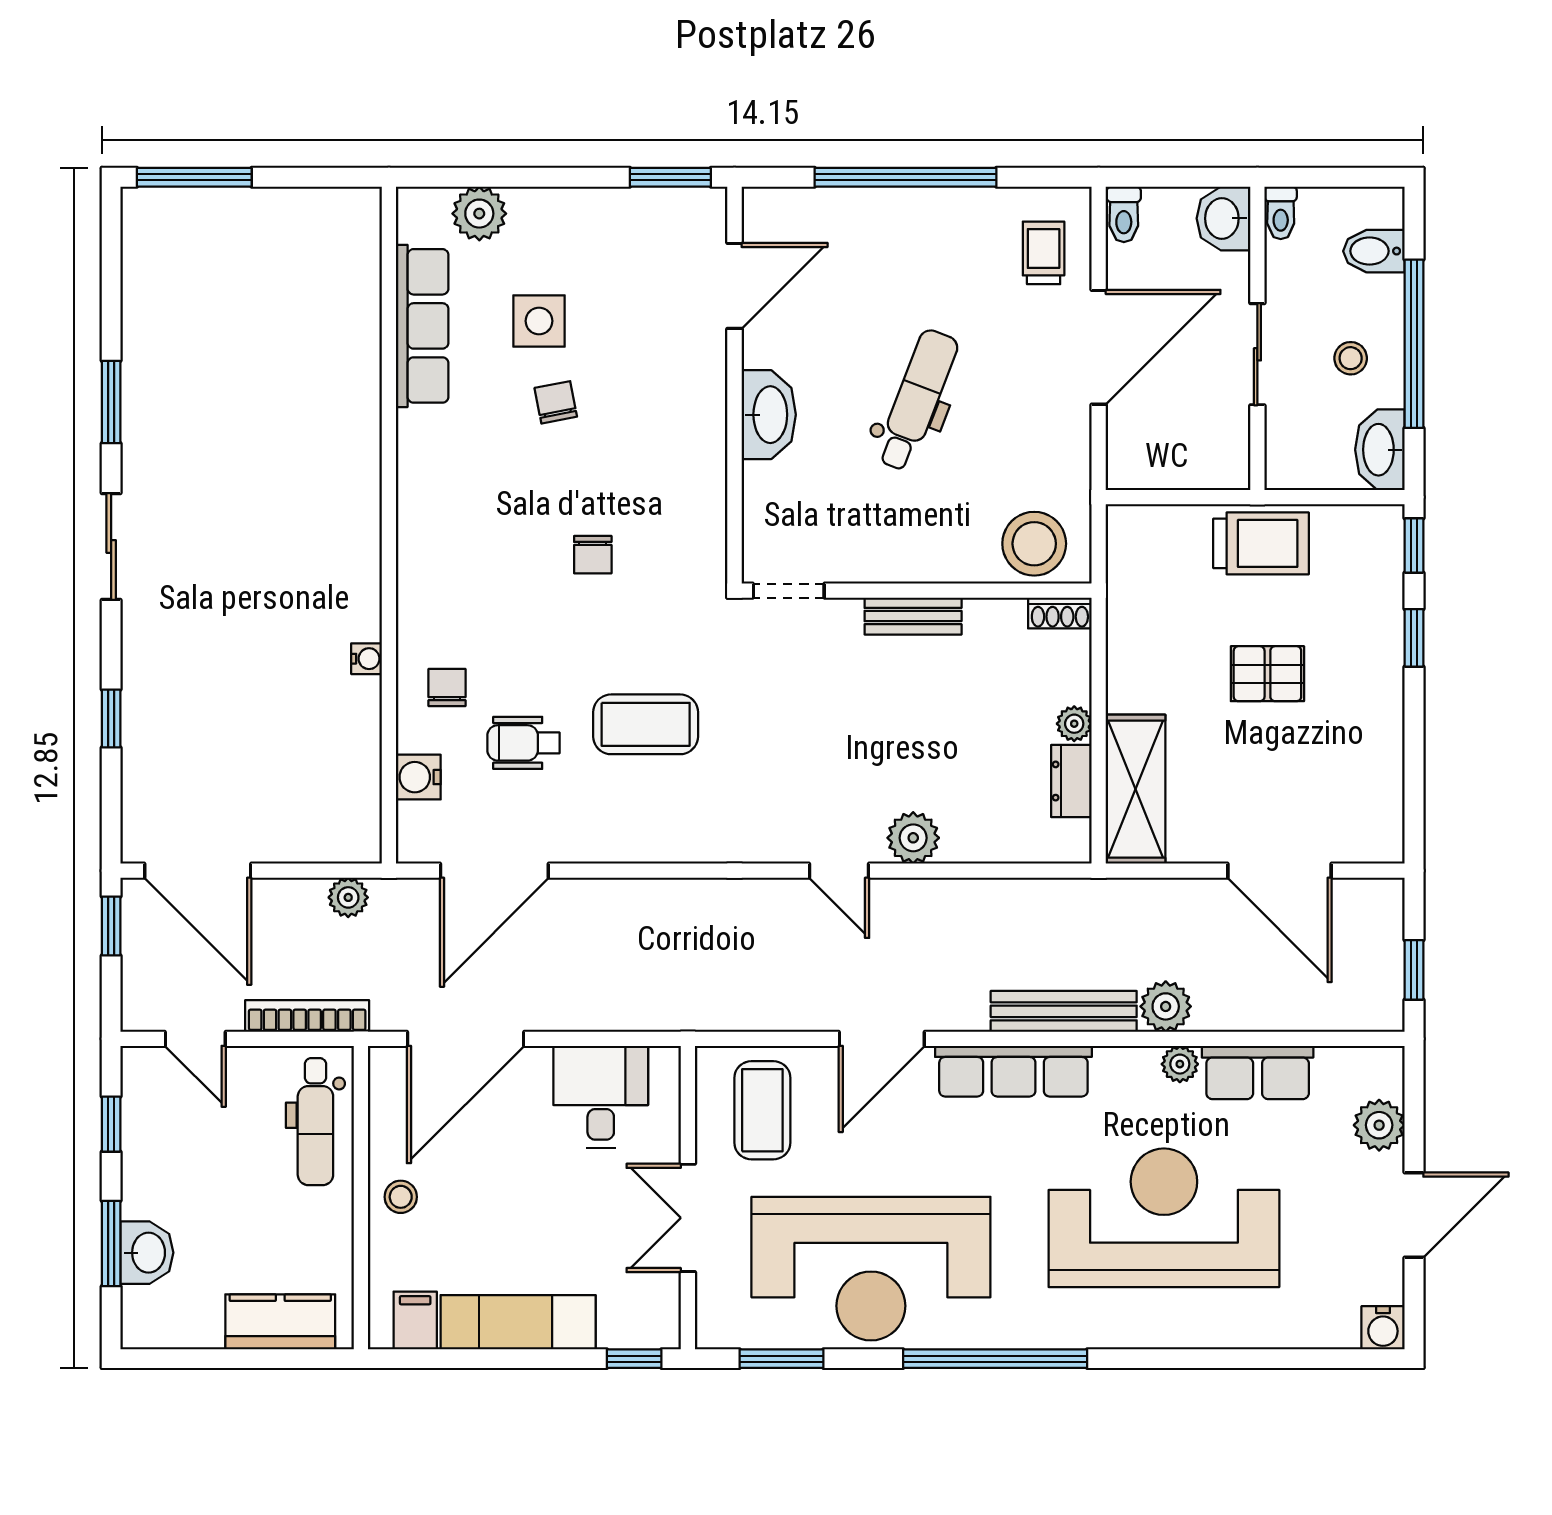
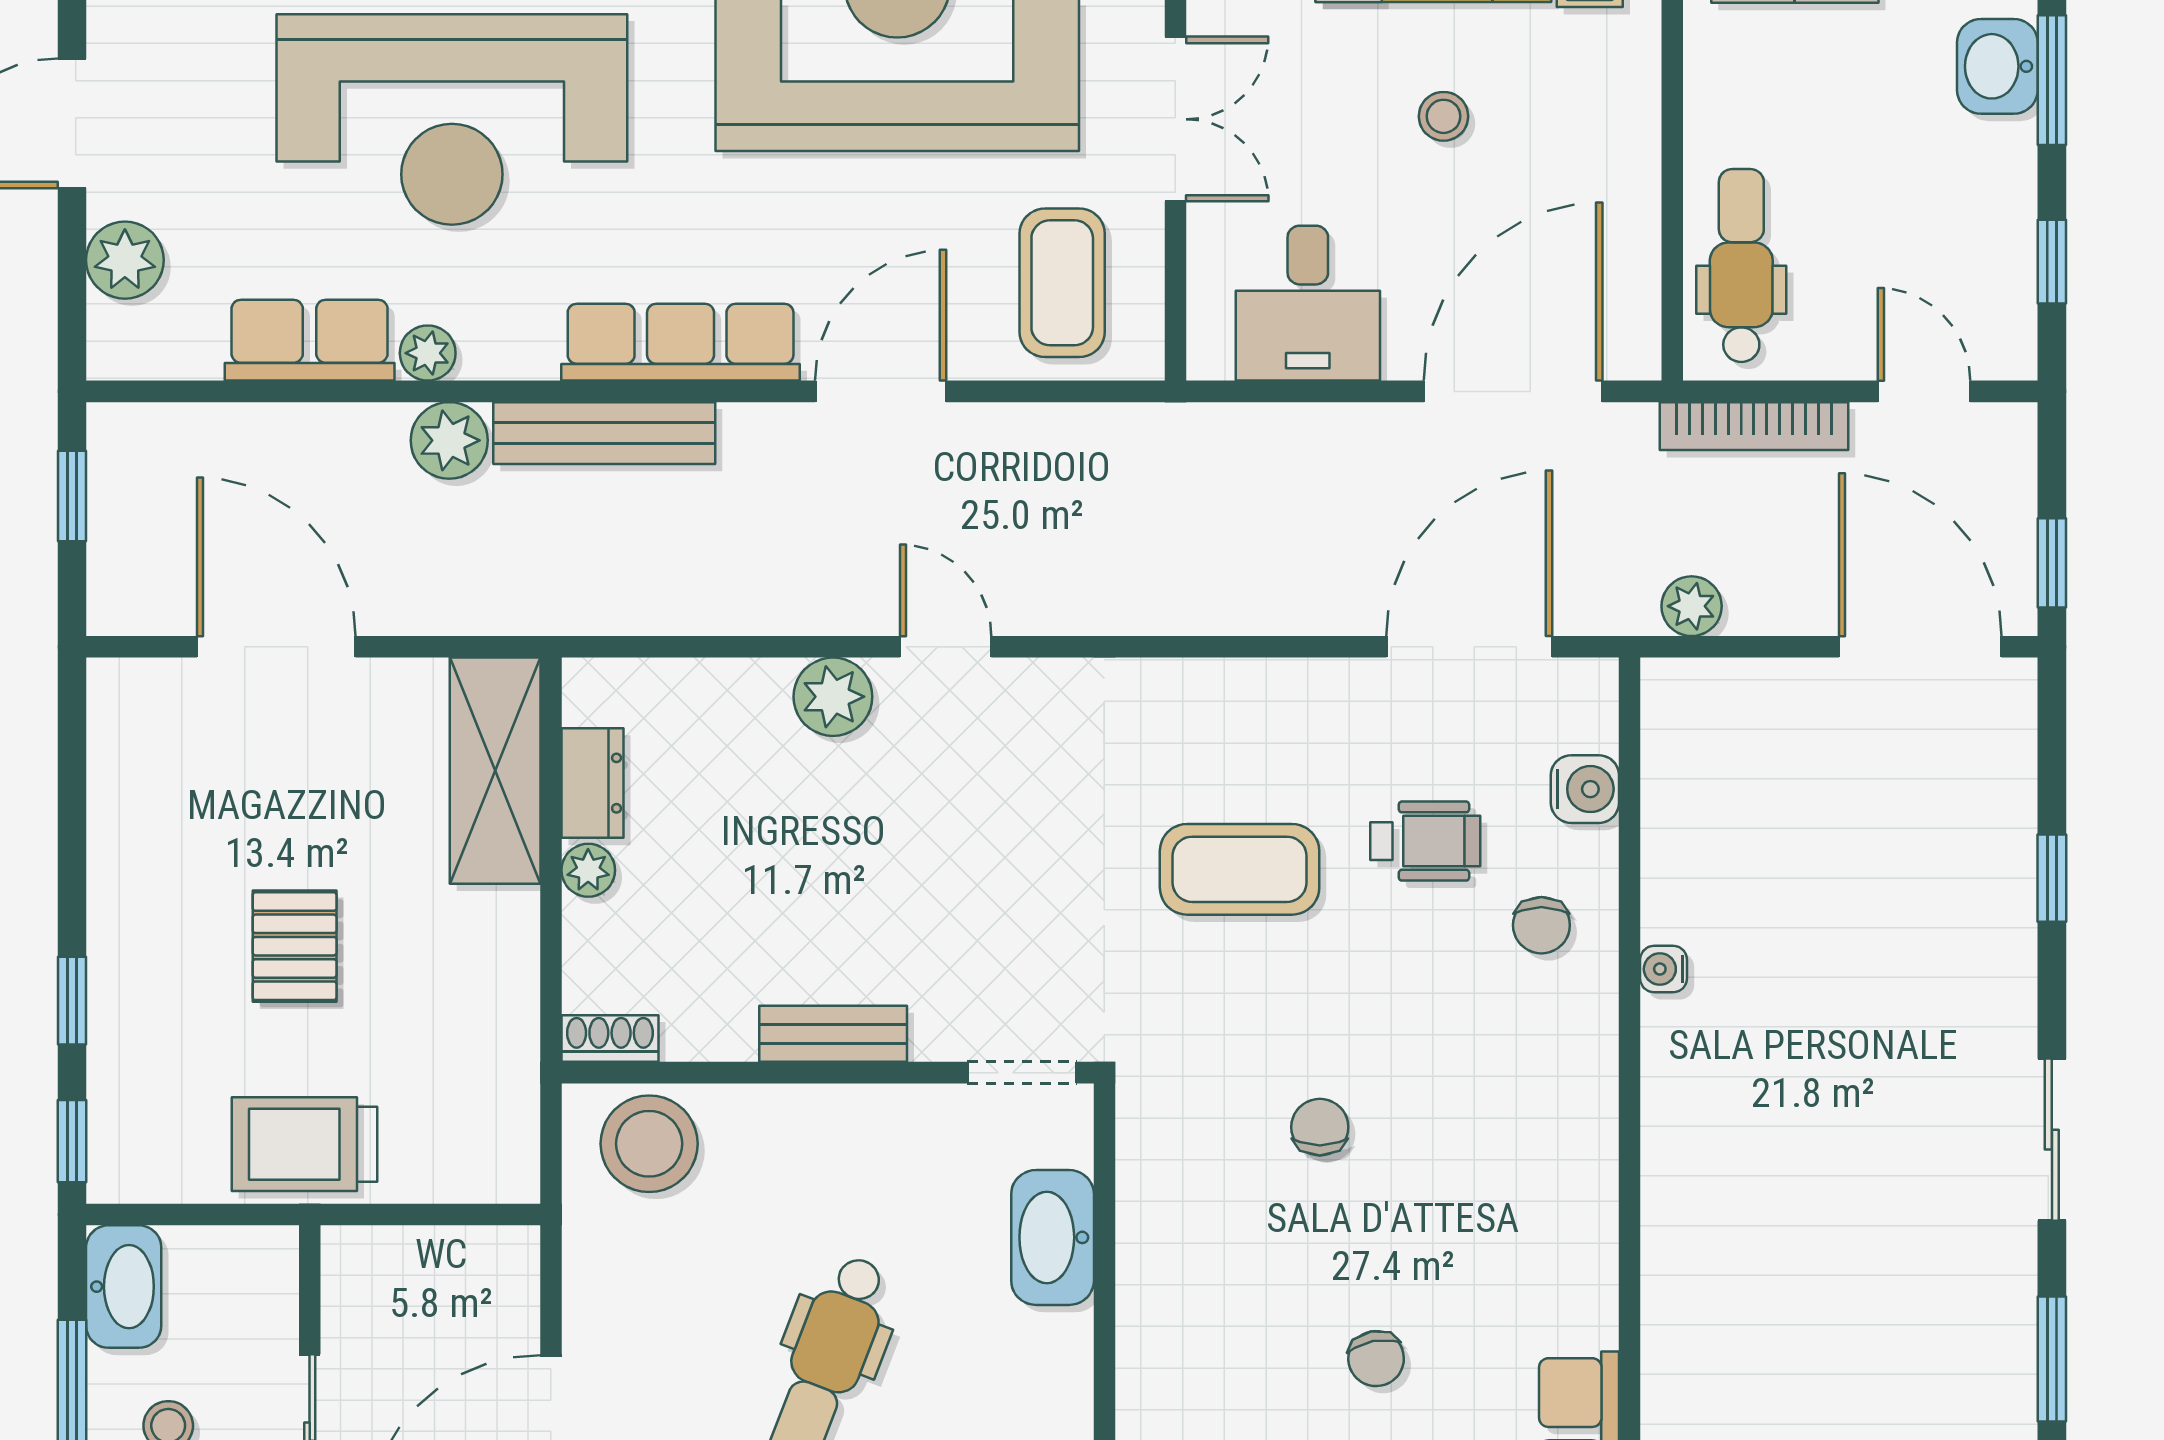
washbasin: (769, 415) -> (1053, 1237), moved
pallet: (1267, 674) -> (295, 946), turned 90
stool: (401, 1197) -> (1444, 116), moved

